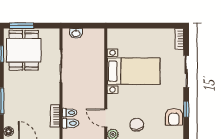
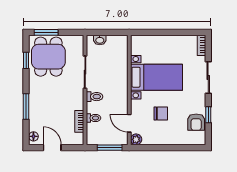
toilet: (71, 123) -> (95, 97), moved
chair: (137, 125) -> (161, 113), moved, turned 99

